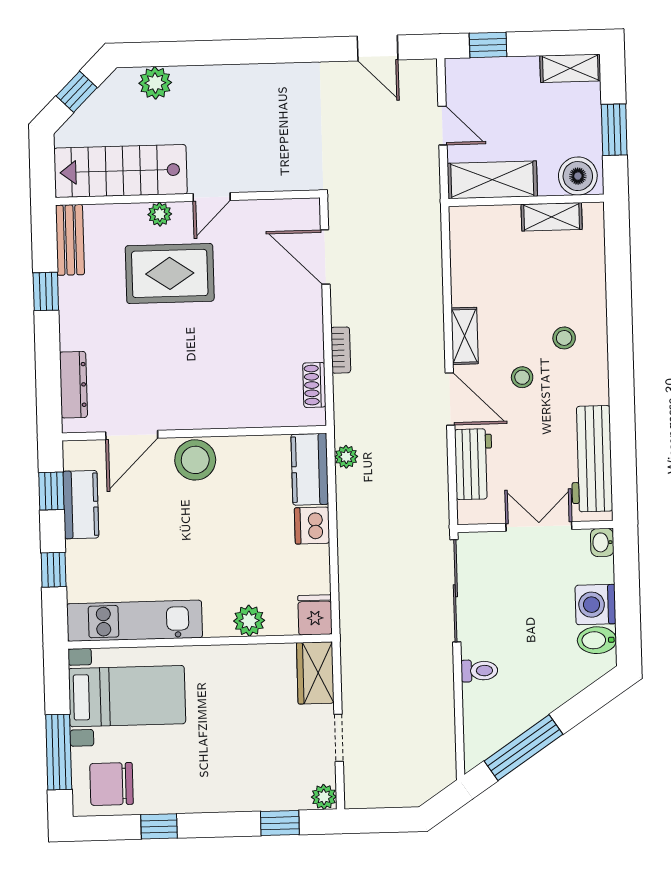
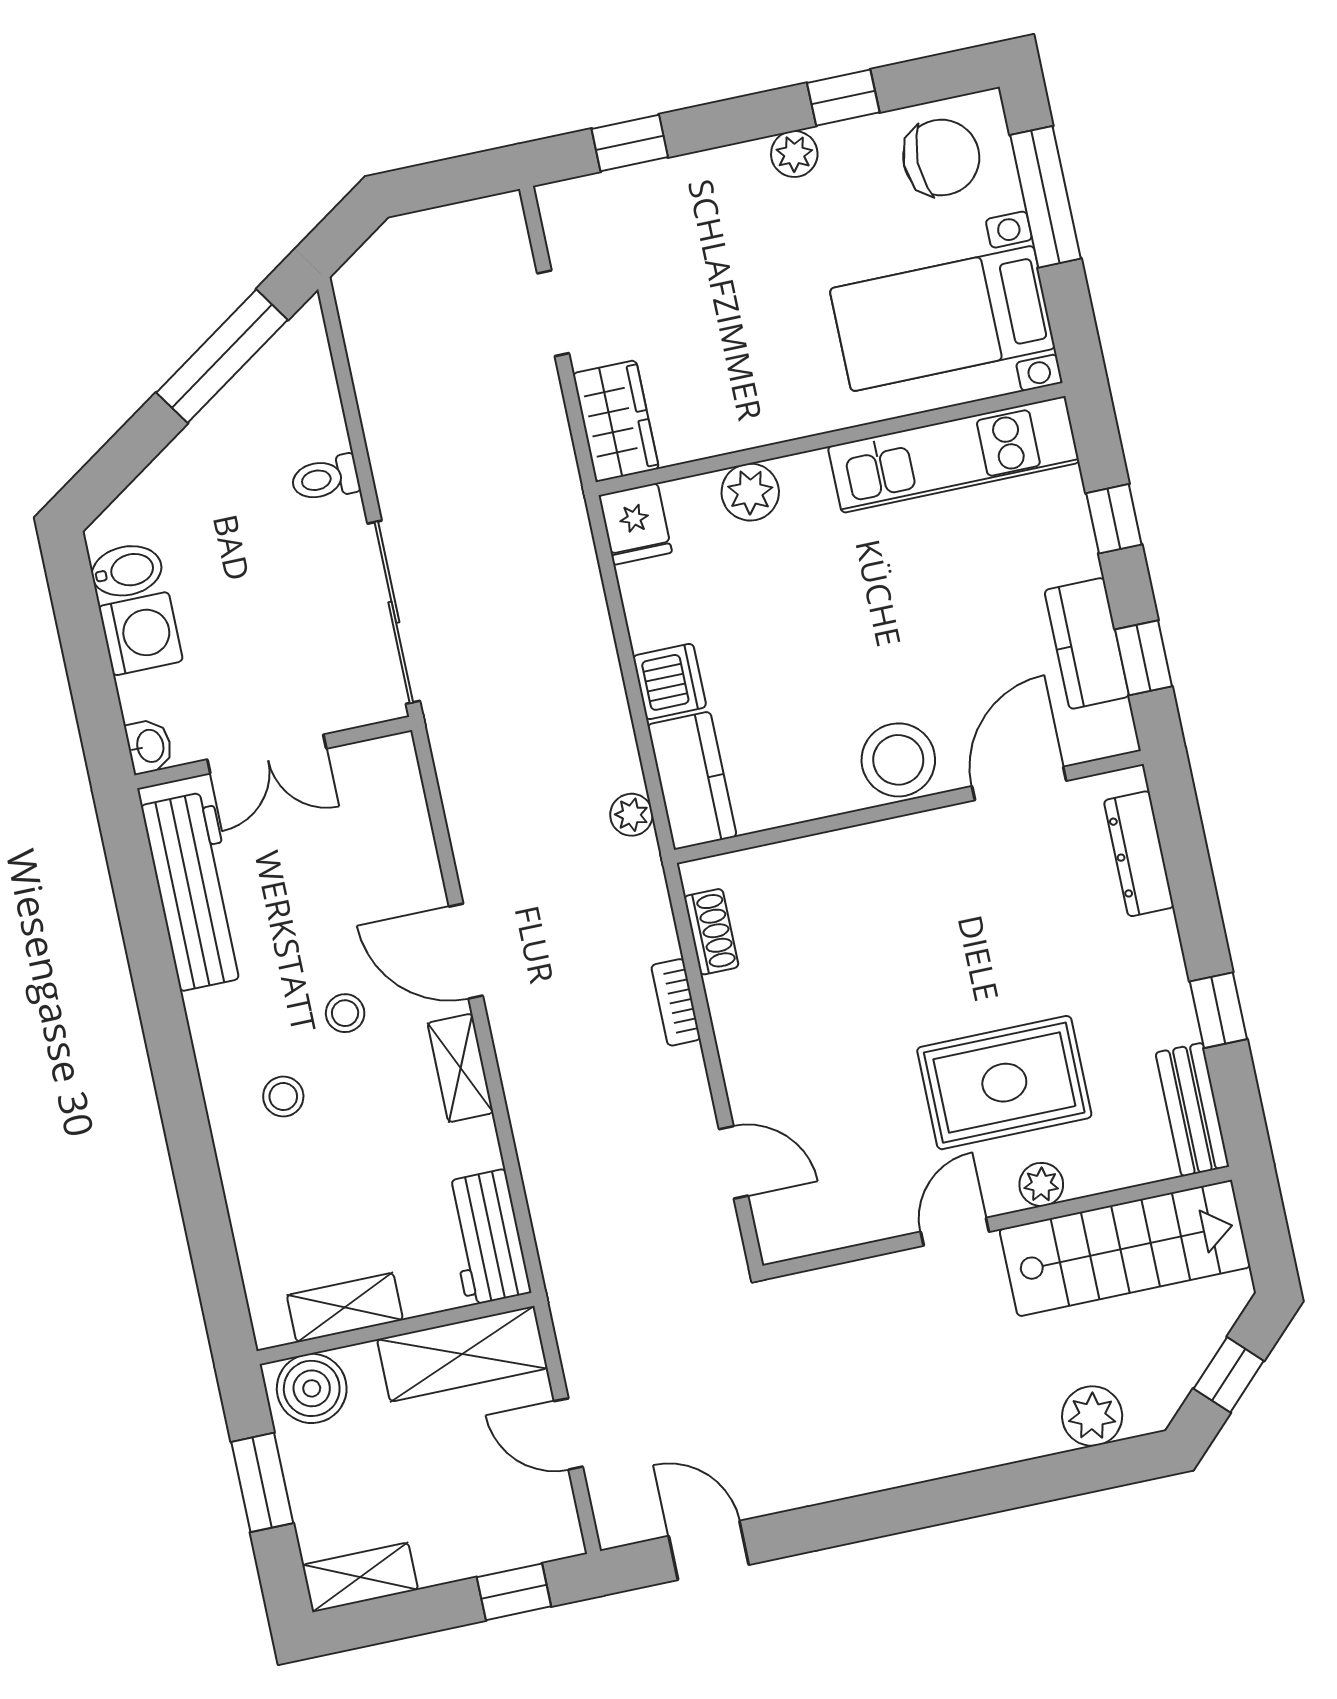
door: (325, 257) -> (734, 1162), width x0.73
workbench: (474, 464) -> (486, 1237), moved
plant: (324, 797) -> (794, 154), moved

